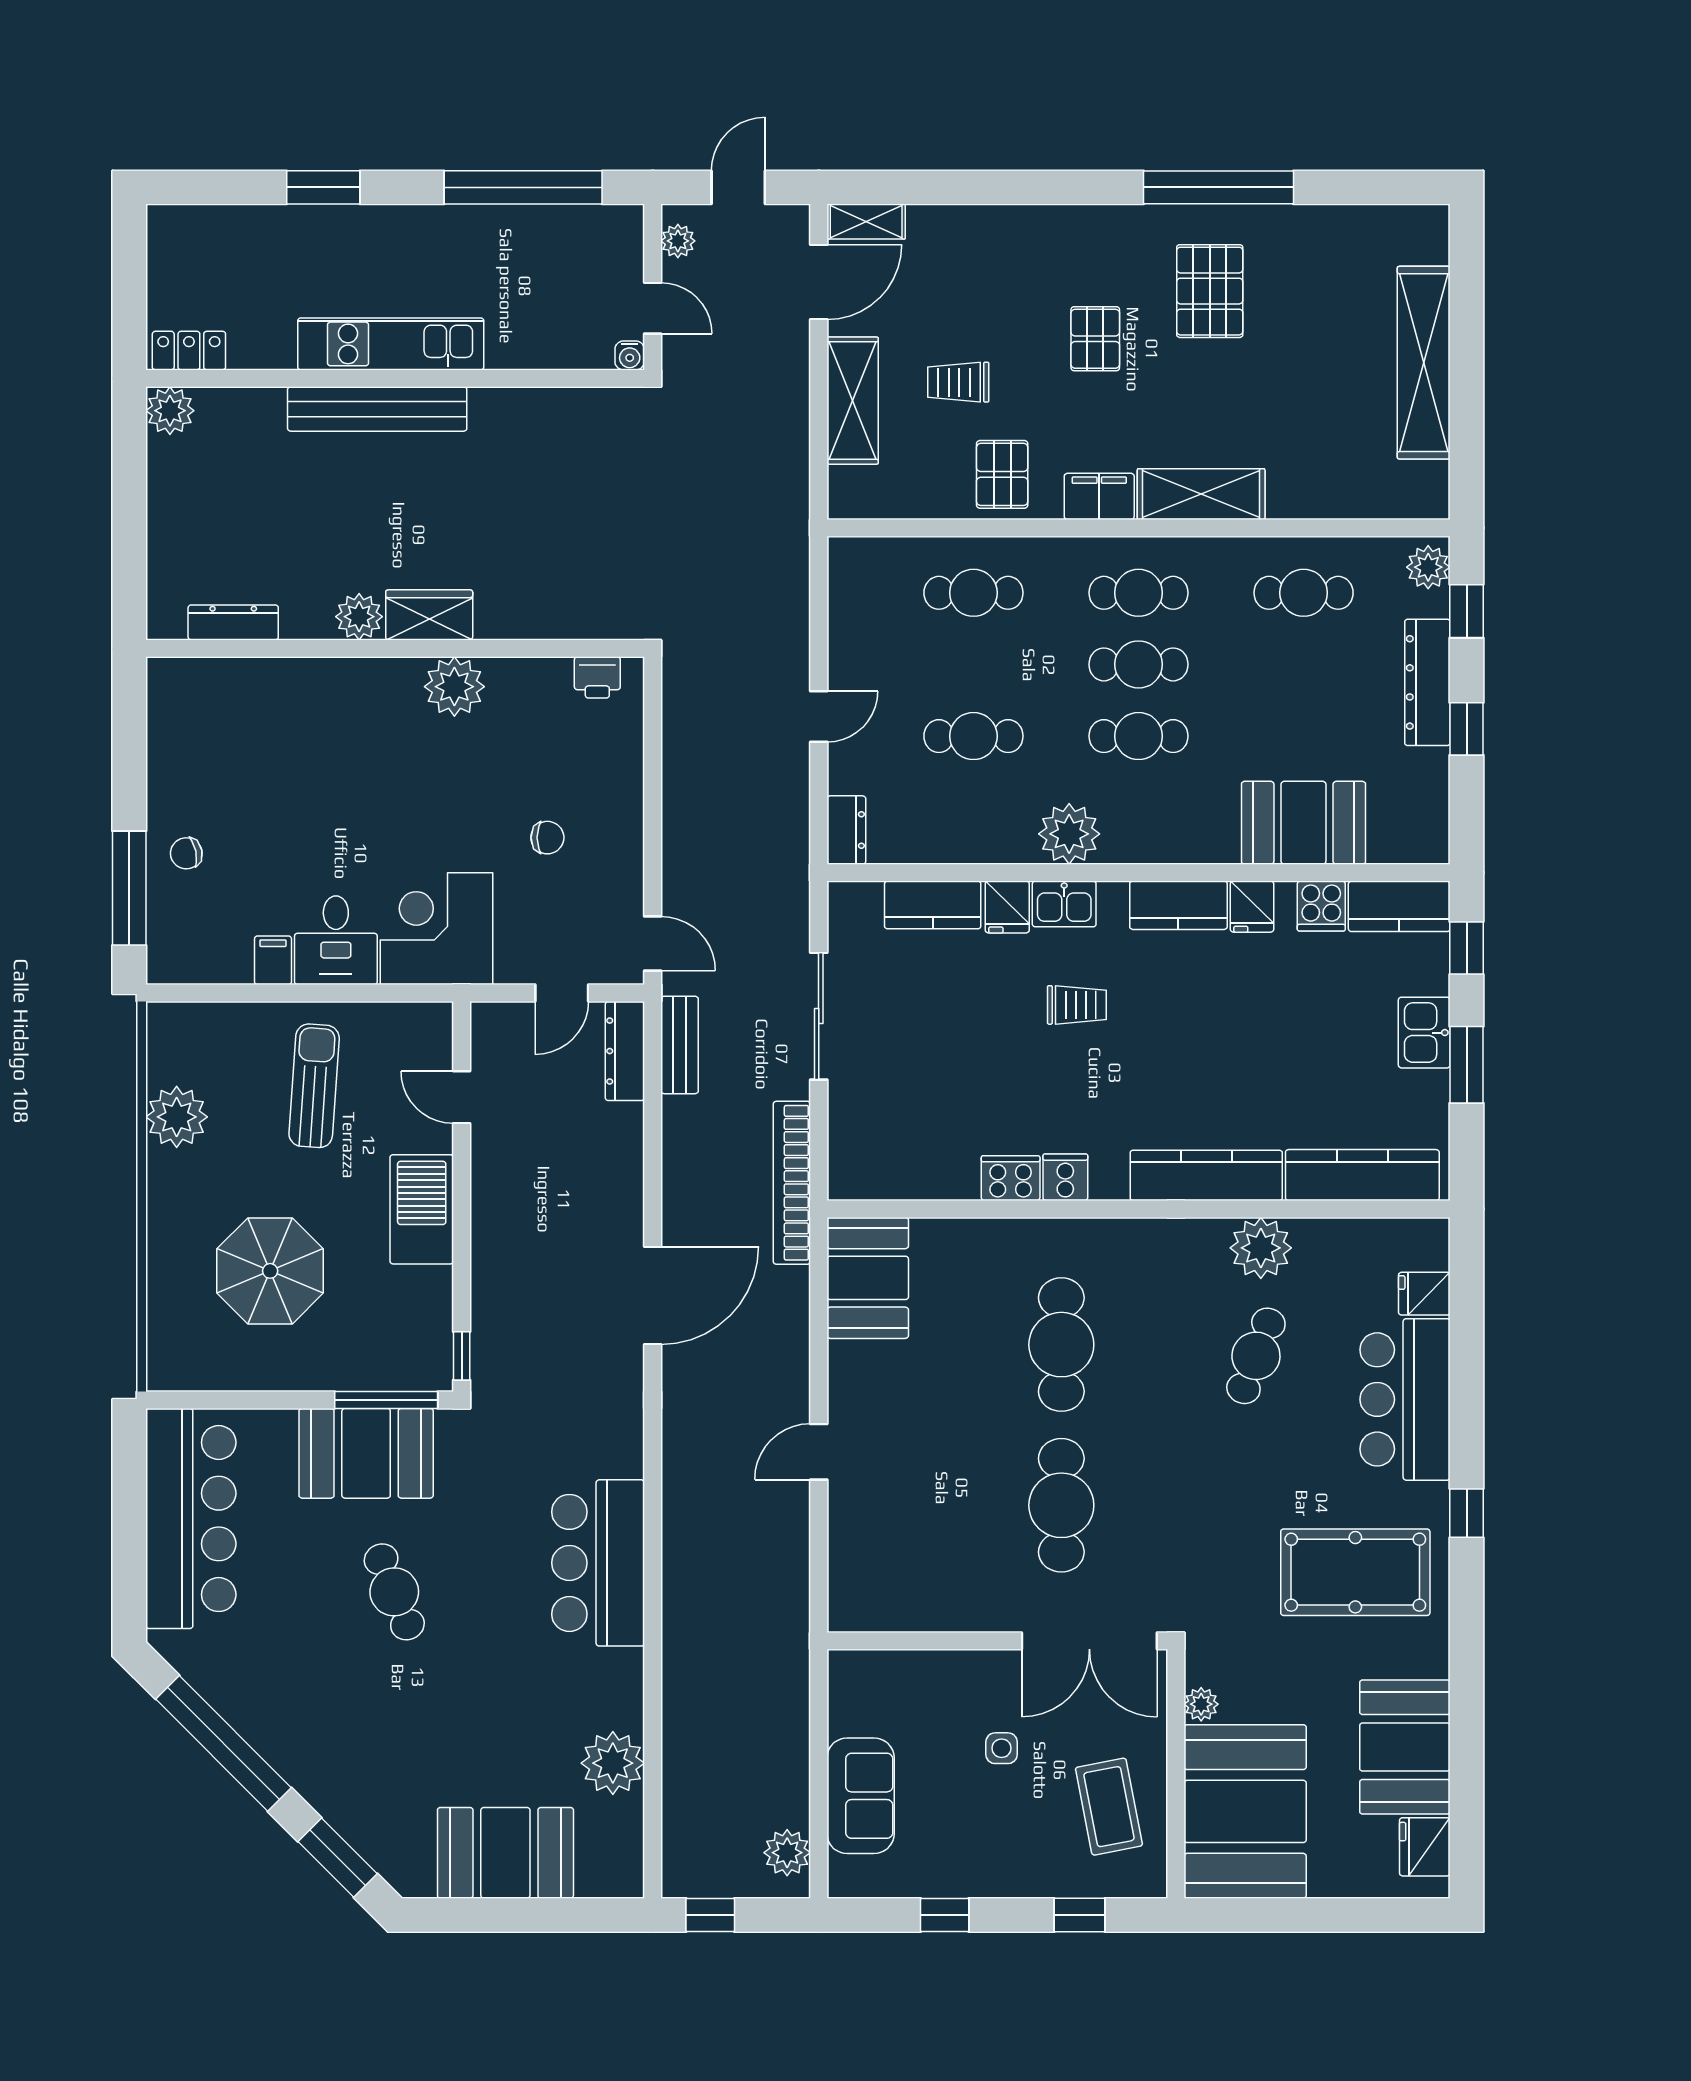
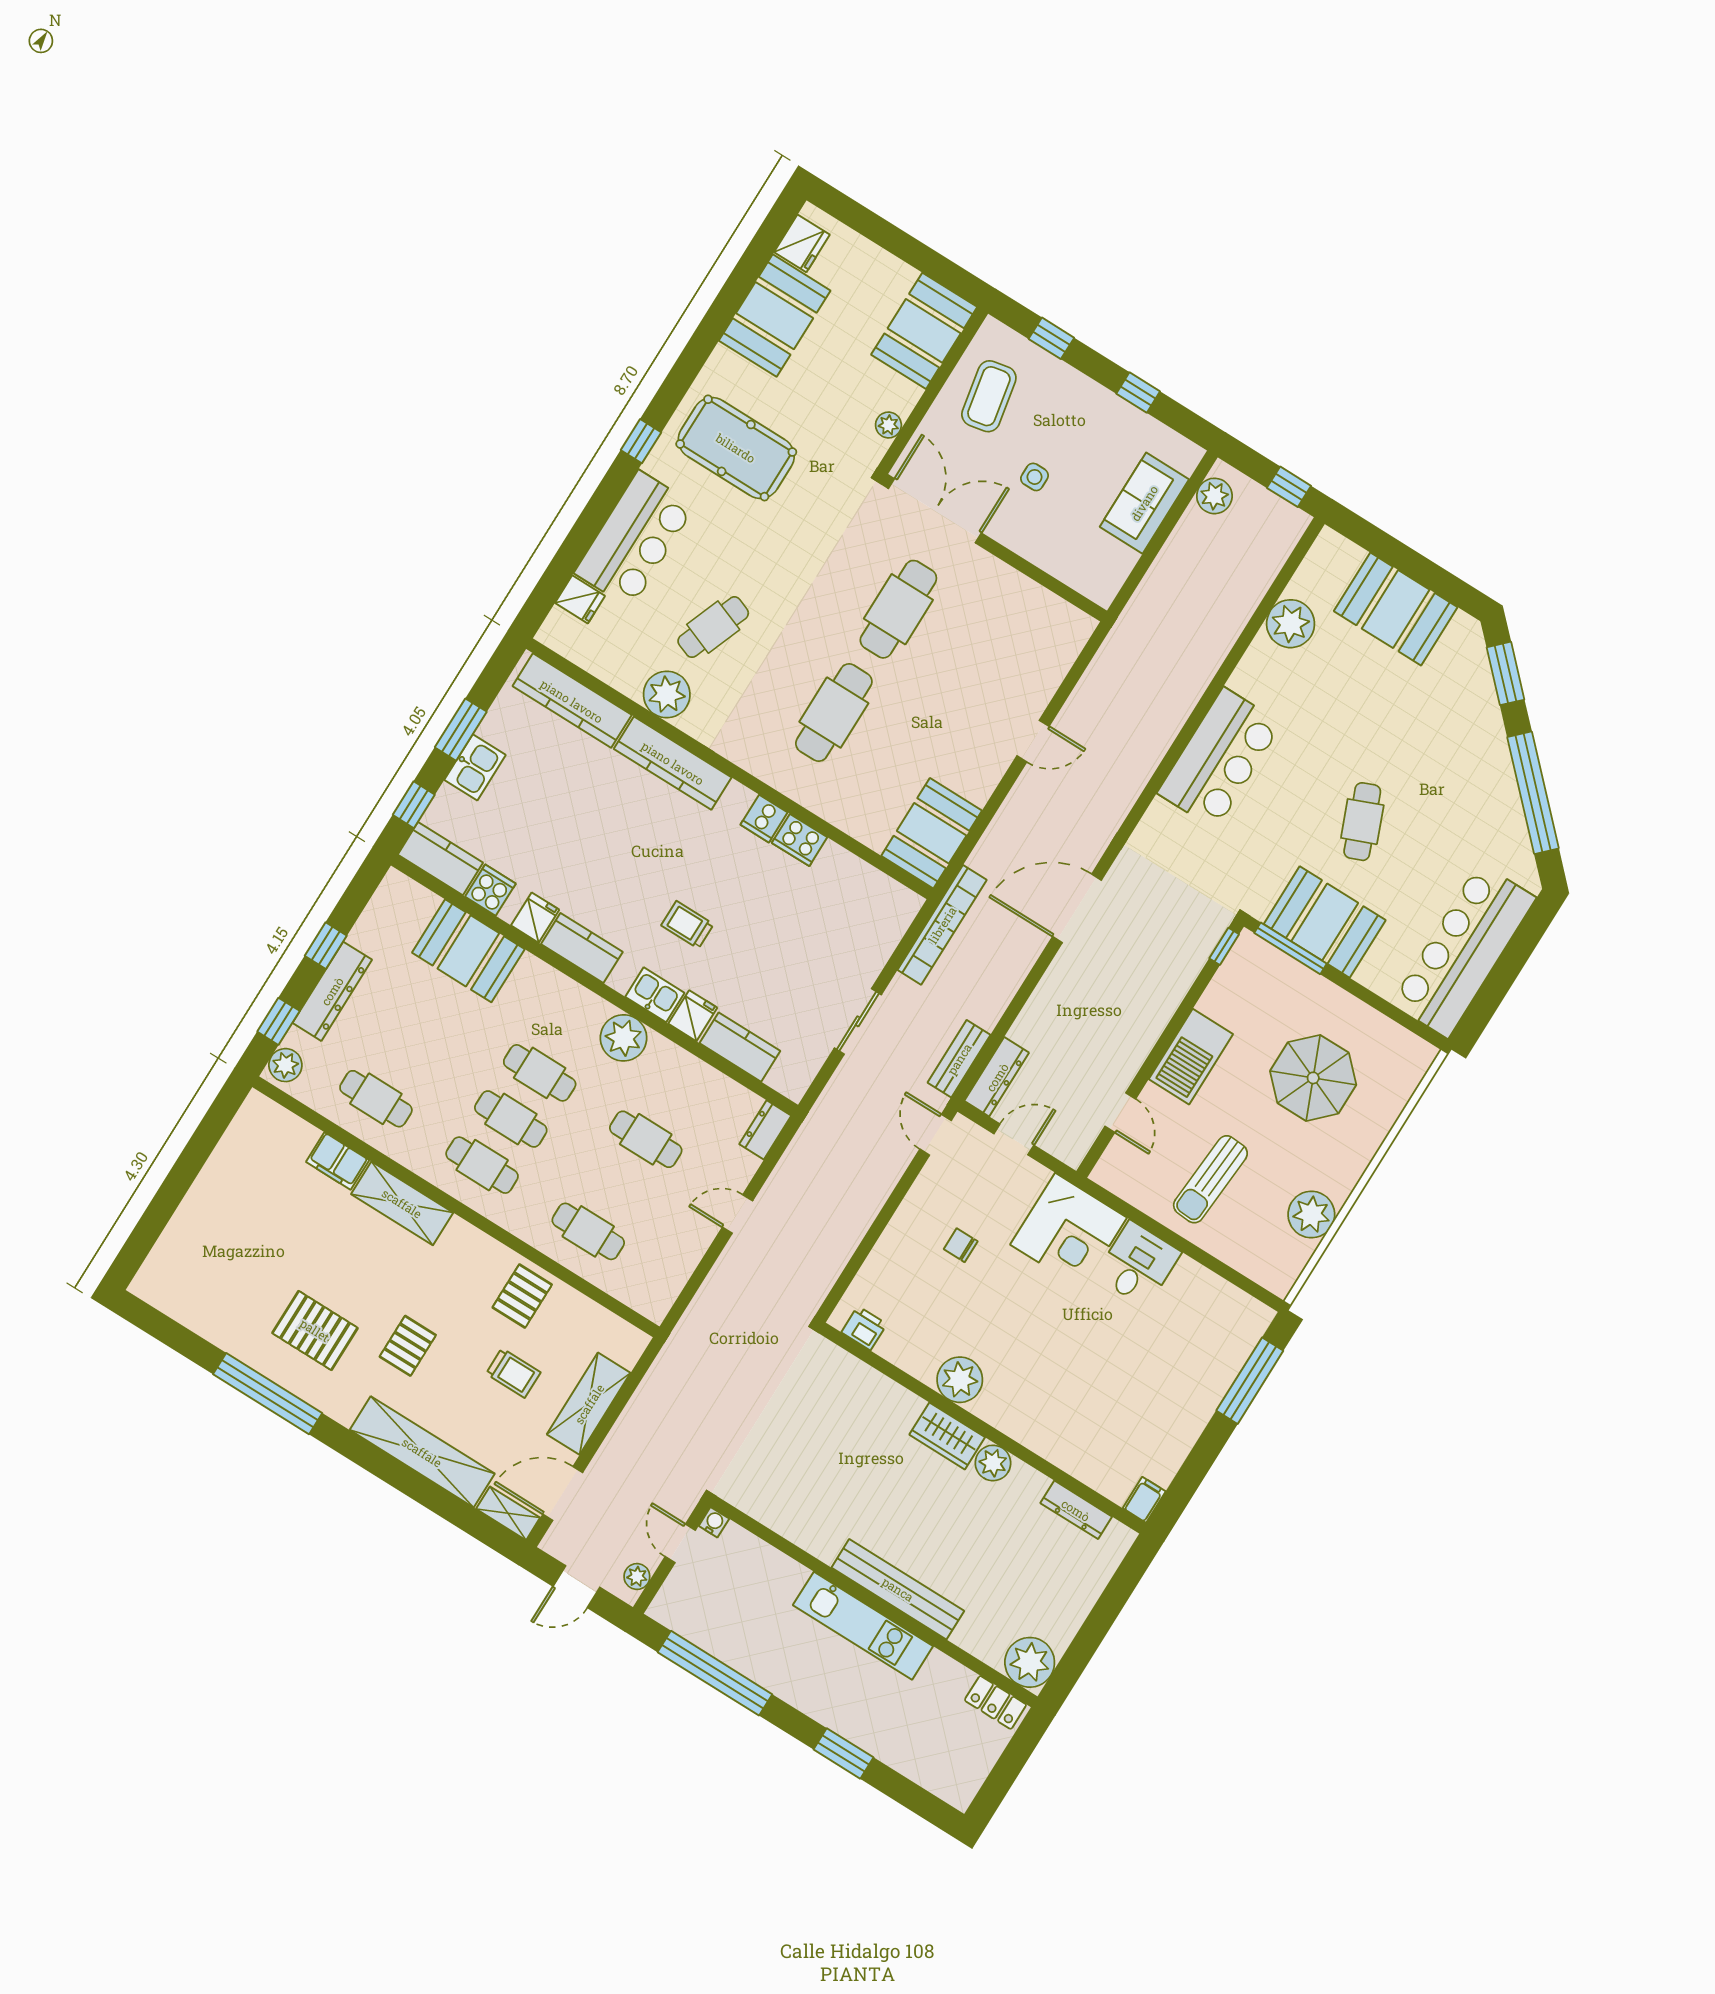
pallet: (1210, 291) -> (315, 1330), turned 90
shelving: (1424, 363) -> (422, 1452), moved, turned 90
plant: (170, 411) -> (1030, 1662), width x1.36, depth x1.36
filing cabinet: (1099, 496) -> (338, 1161), moved
chair: (186, 853) -> (1199, 1380), removed
filing cabinet: (273, 960) -> (1144, 1500), moved, turned 180
sliding door: (819, 1016) -> (858, 1021), width x0.73
booth: (1245, 1811) -> (924, 331), width x0.73, depth x0.70

